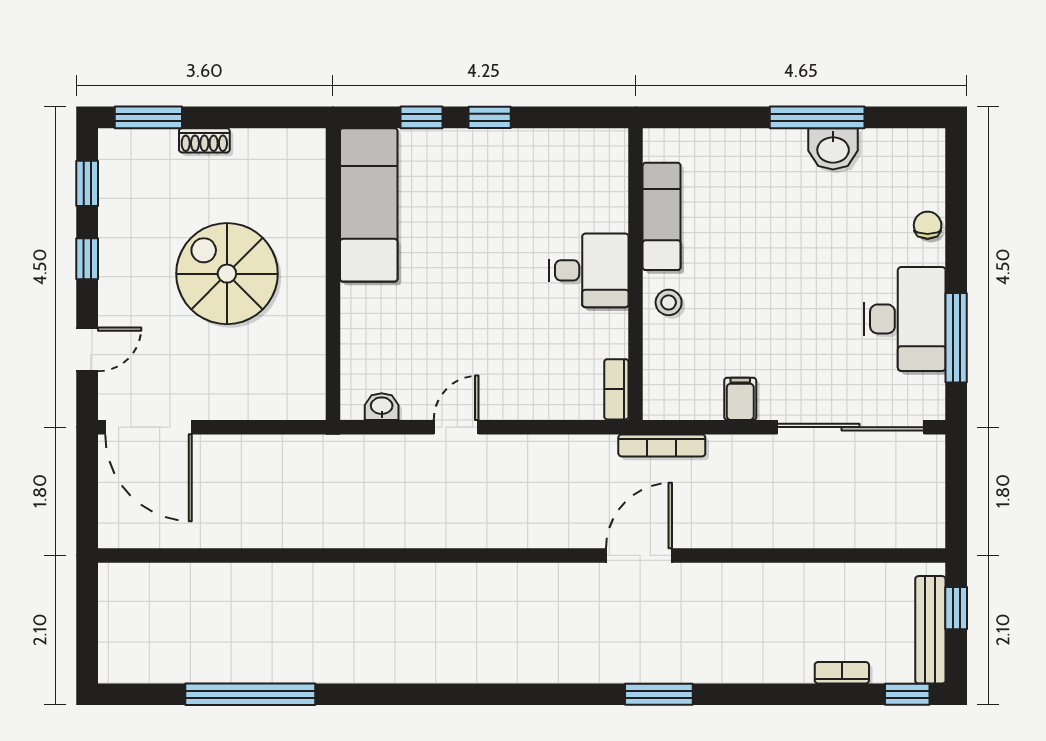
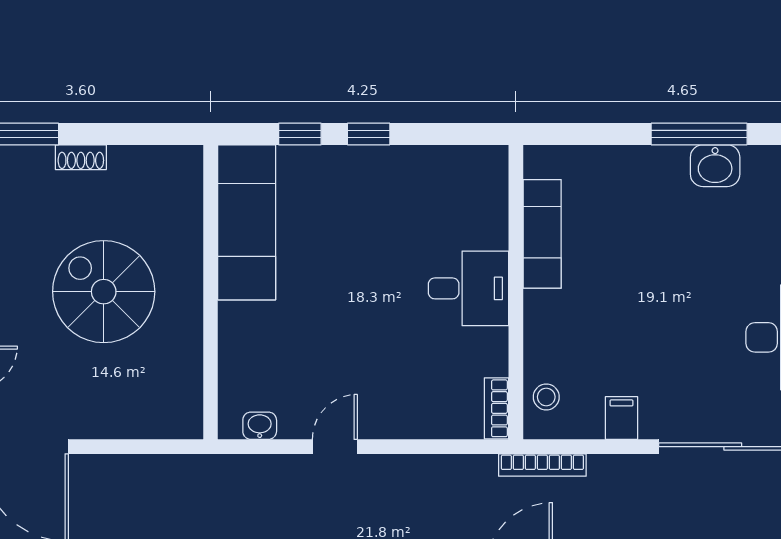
stool: (669, 302) -> (546, 397), moved

